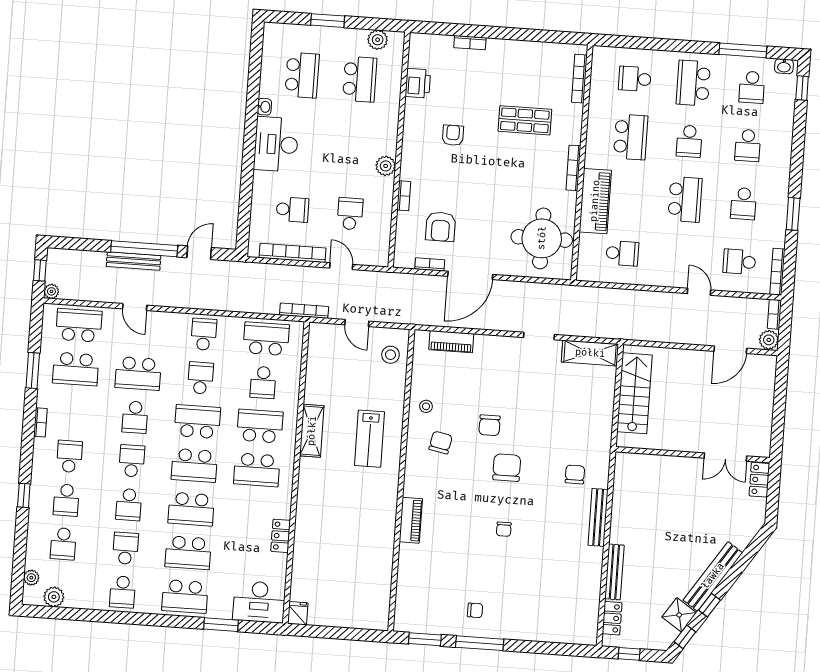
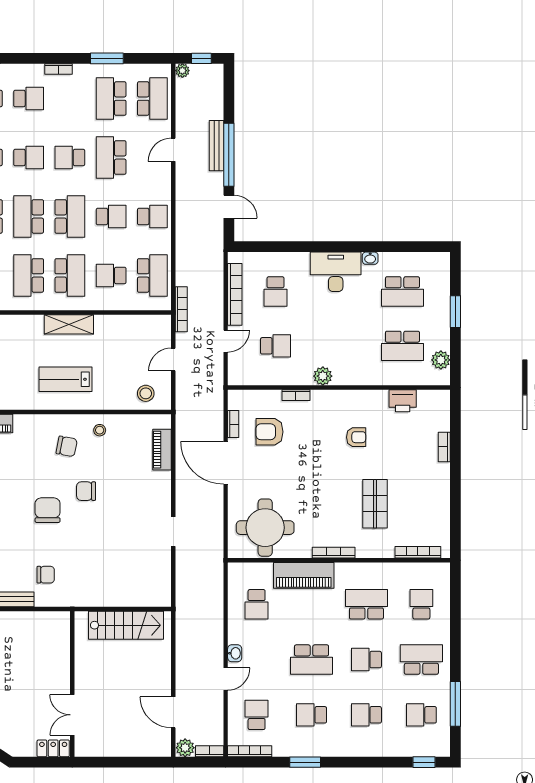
washbasin: (784, 66) -> (235, 653), moved, turned 180
school desk: (631, 137) -> (366, 604), turned 180
shelving: (590, 353) -> (161, 581), removed
chair: (507, 468) -> (48, 510), turned -90

